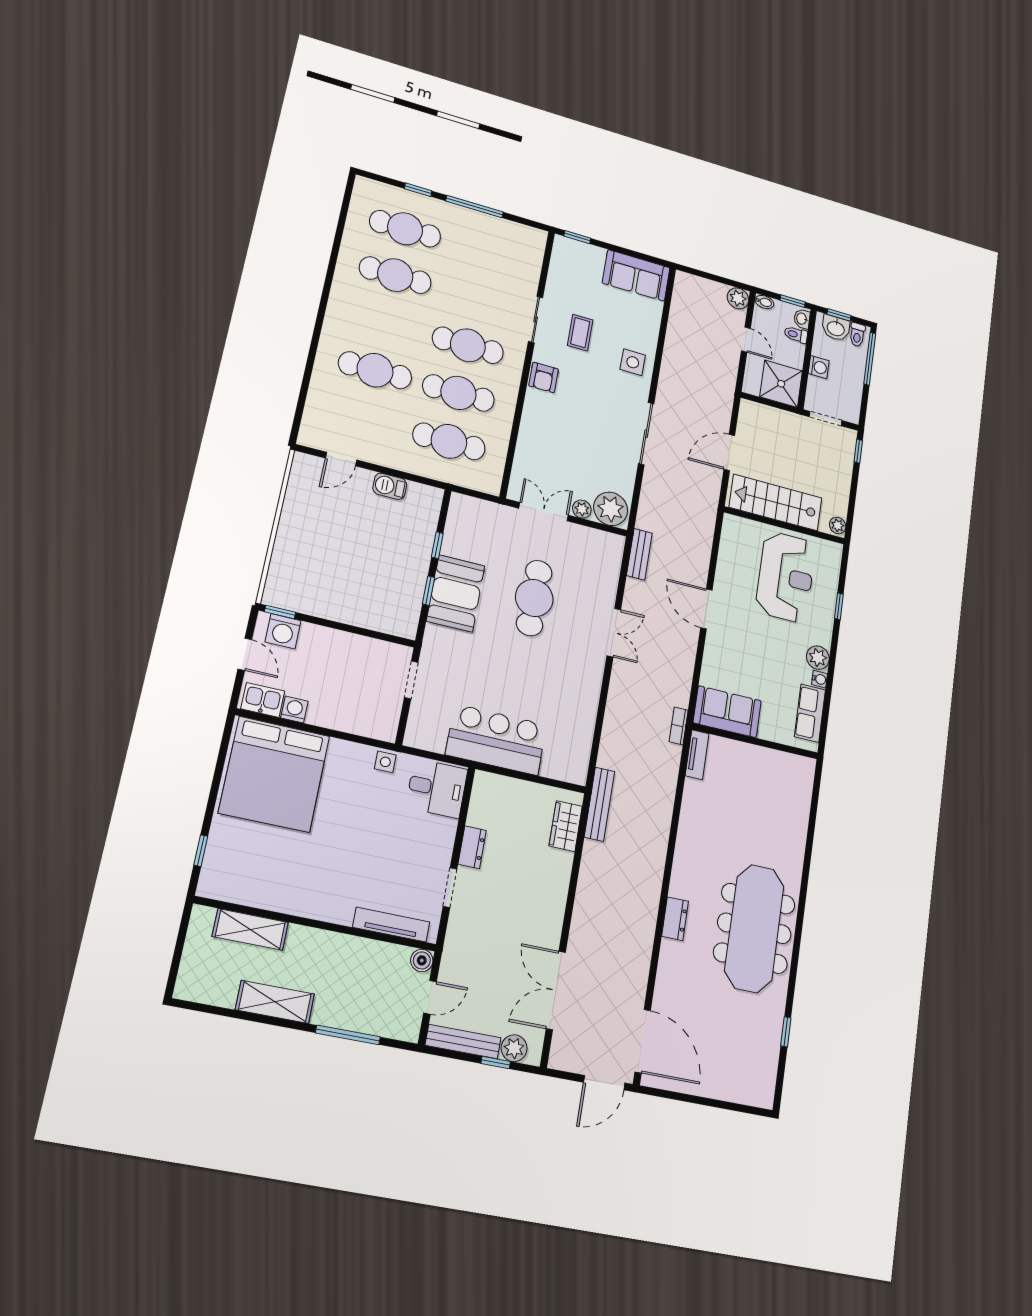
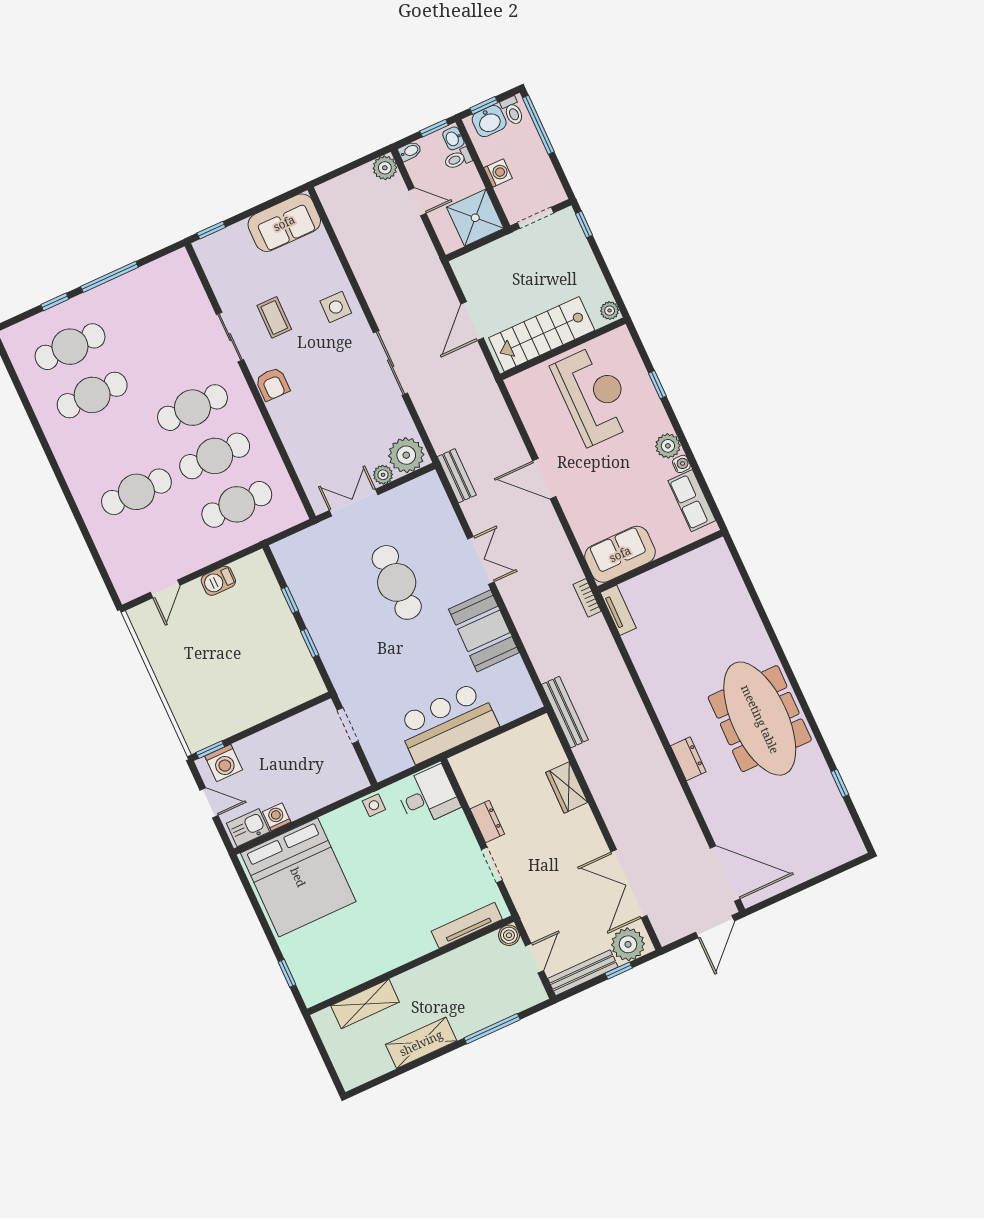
booth: (456, 593) -> (484, 631), moved
wardrobe: (566, 826) -> (567, 787), moved
plant: (514, 1048) -> (628, 944), width x1.36, depth x1.36

